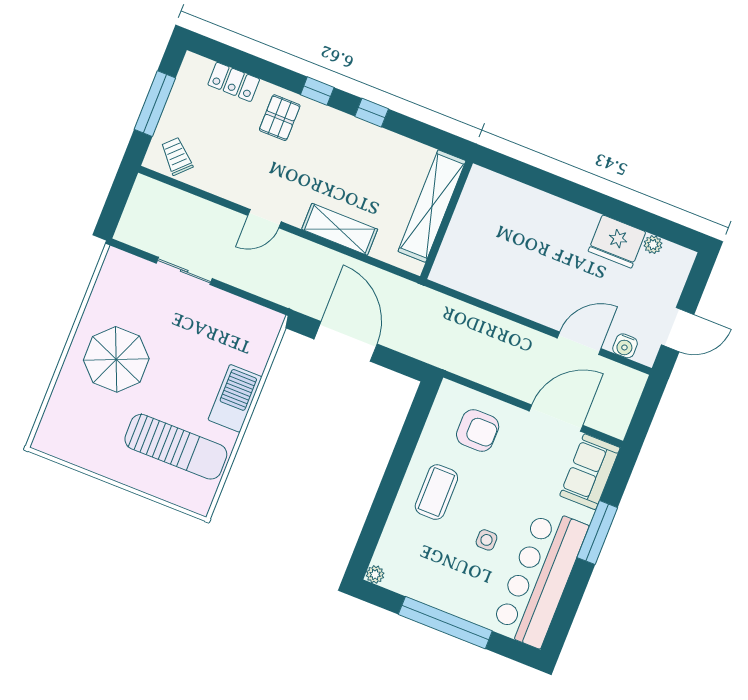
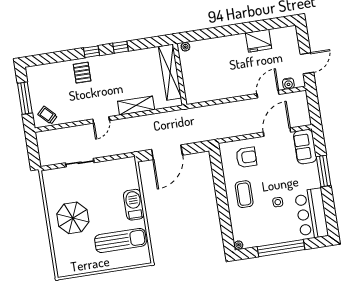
locker: (234, 82) -> (53, 69), removed
plant: (653, 245) -> (185, 47), moved
door: (346, 341) -> (167, 152), swing flipped
bar counter: (540, 578) -> (312, 214), width x0.73

